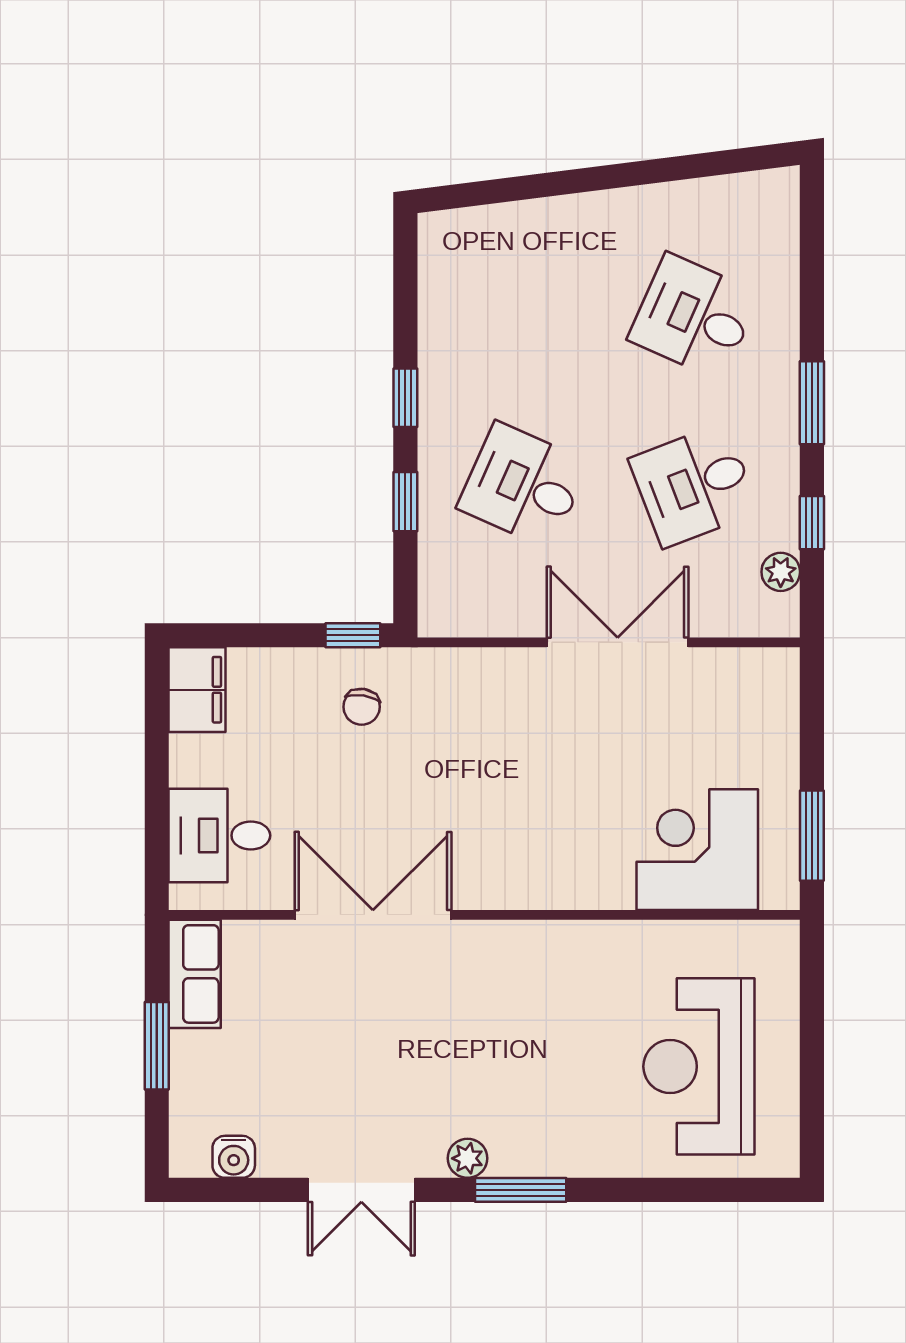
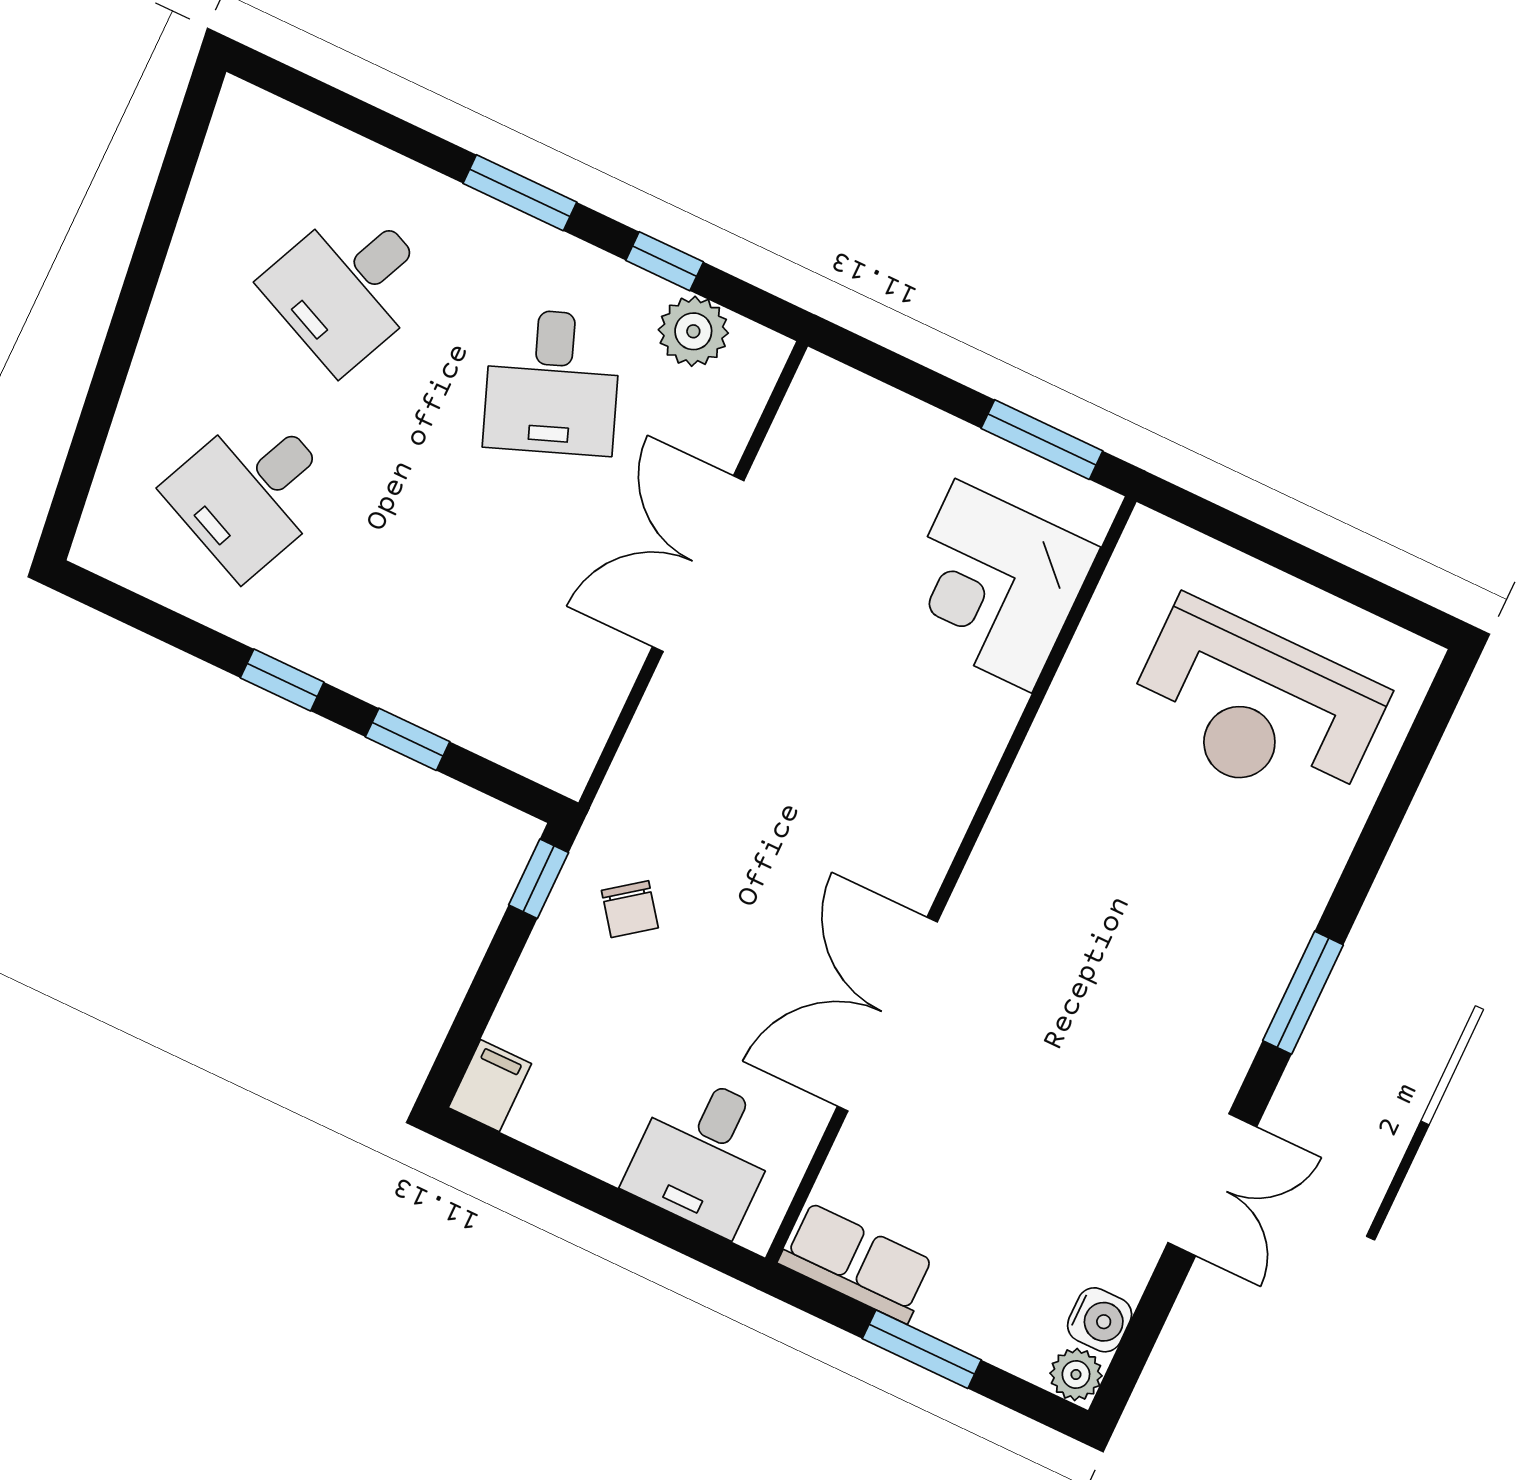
desk: (523, 485) -> (252, 492), moved
plant: (781, 572) -> (693, 331), width x1.38, depth x1.38
filing cabinet: (197, 690) -> (490, 1086), width x0.50
chair: (362, 707) -> (630, 909), turned 44
plant: (467, 1158) -> (1076, 1374), moved

